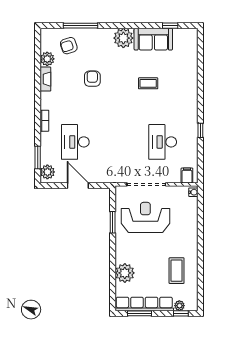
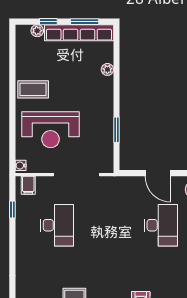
window: (200, 130) -> (12, 209), moved
reception desk: (145, 217) -> (51, 130), moved
coffee table: (177, 271) -> (33, 89), moved, turned 90
plant: (125, 273) -> (107, 69), width x0.53, depth x0.53
window: (181, 313) -> (48, 22), moved

